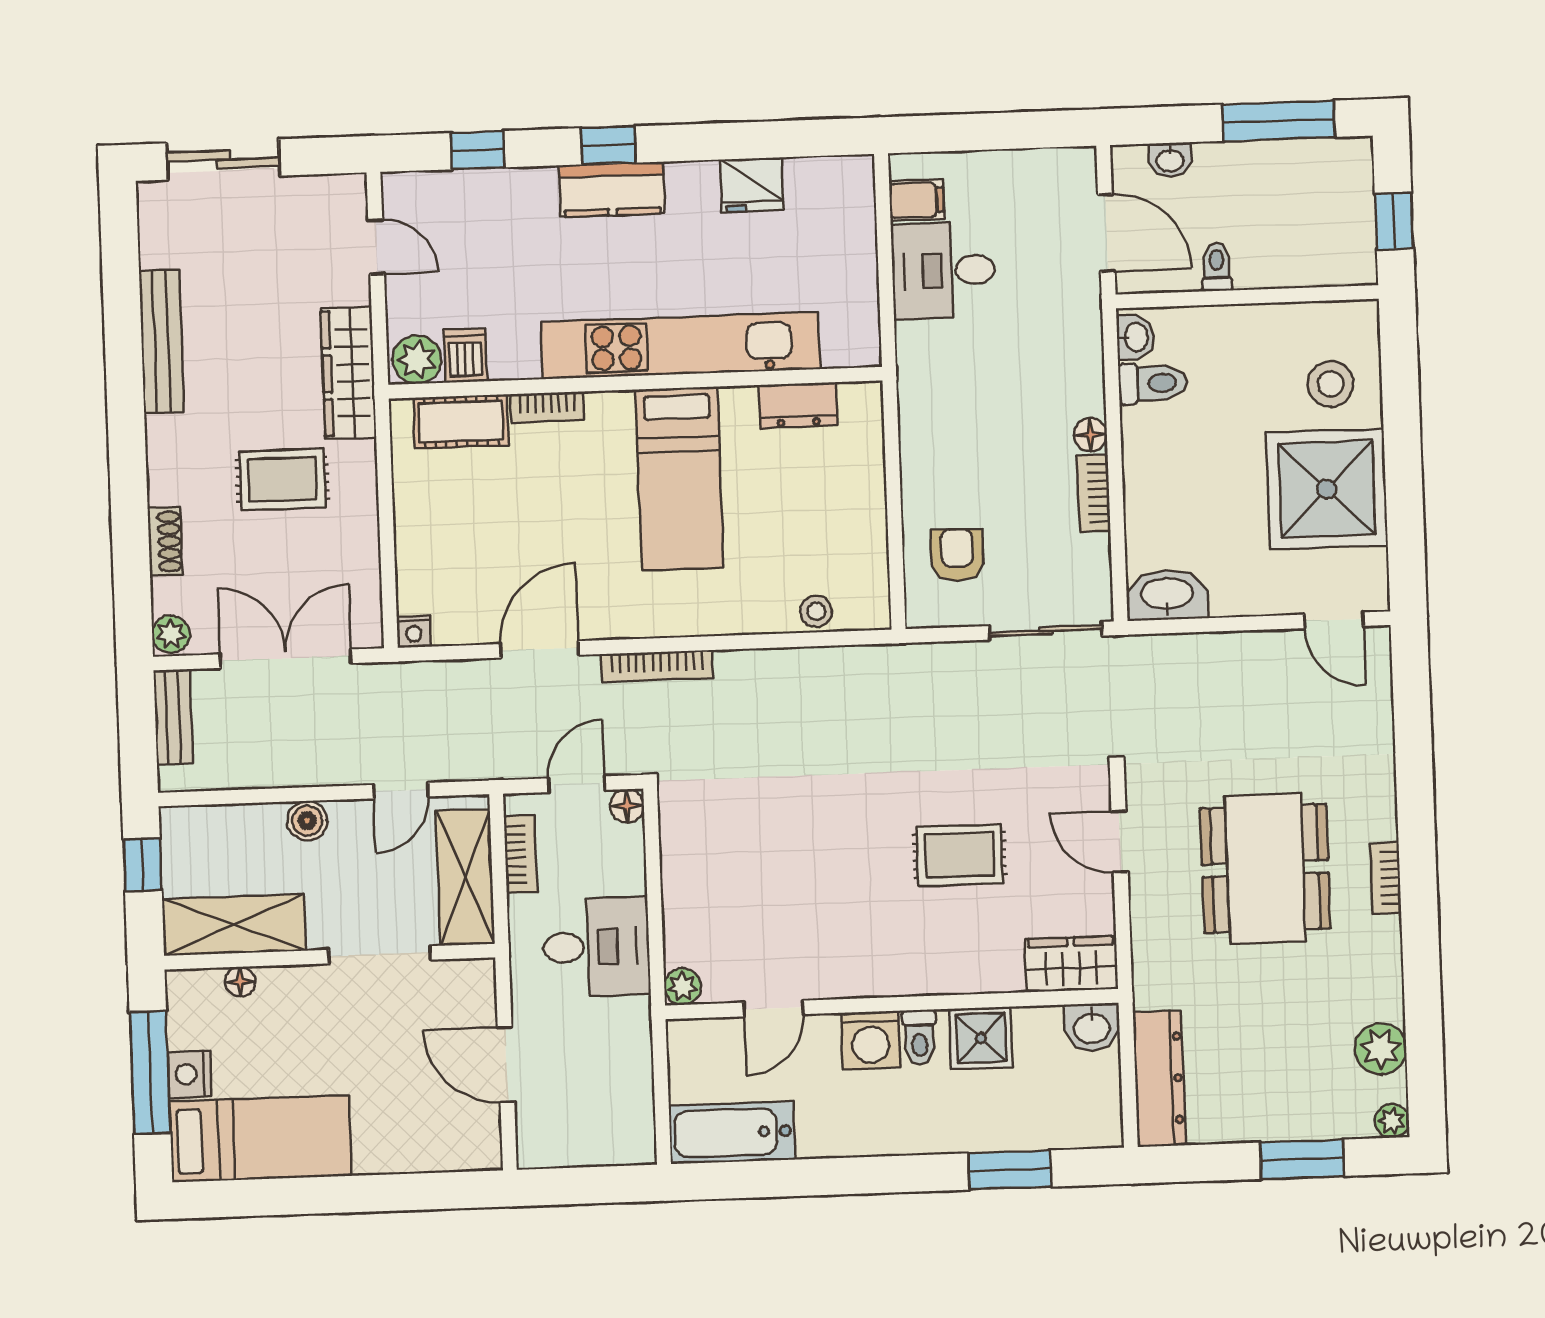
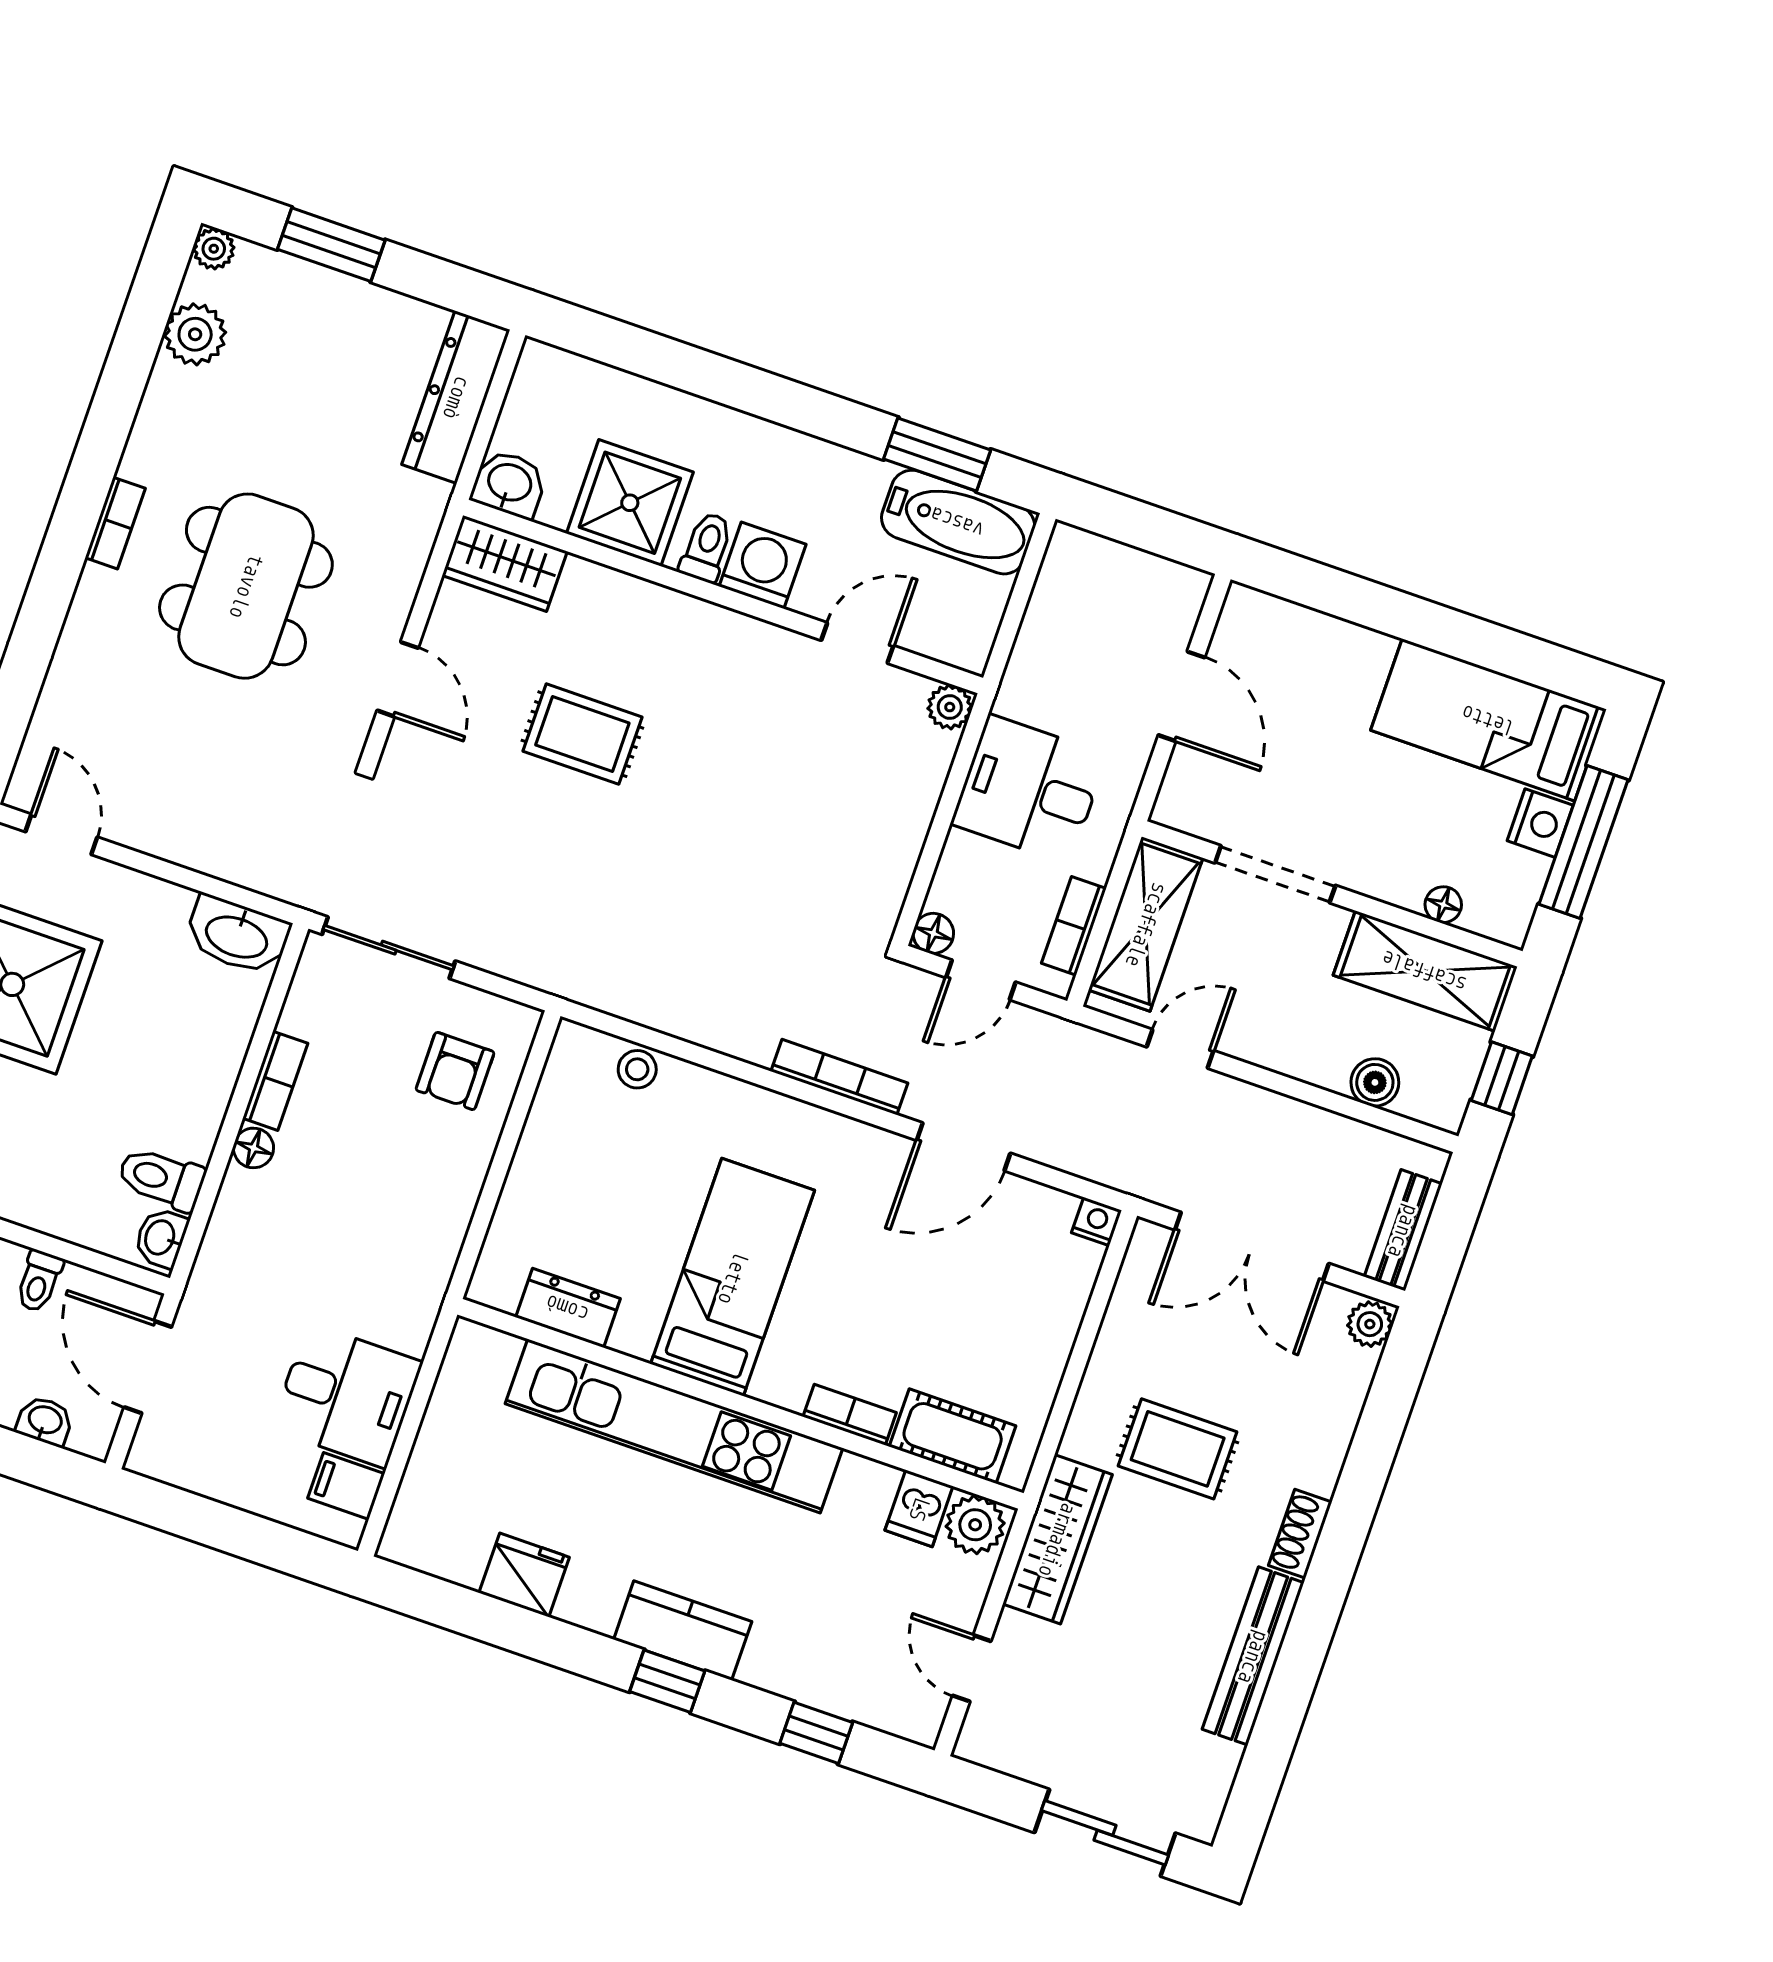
shoe rack: (165, 542) -> (1300, 1534), moved
boiler: (307, 821) -> (1375, 1082), moved
shower: (981, 1038) -> (630, 503), width x1.36, depth x1.36
window: (1010, 1170) -> (937, 454), moved

